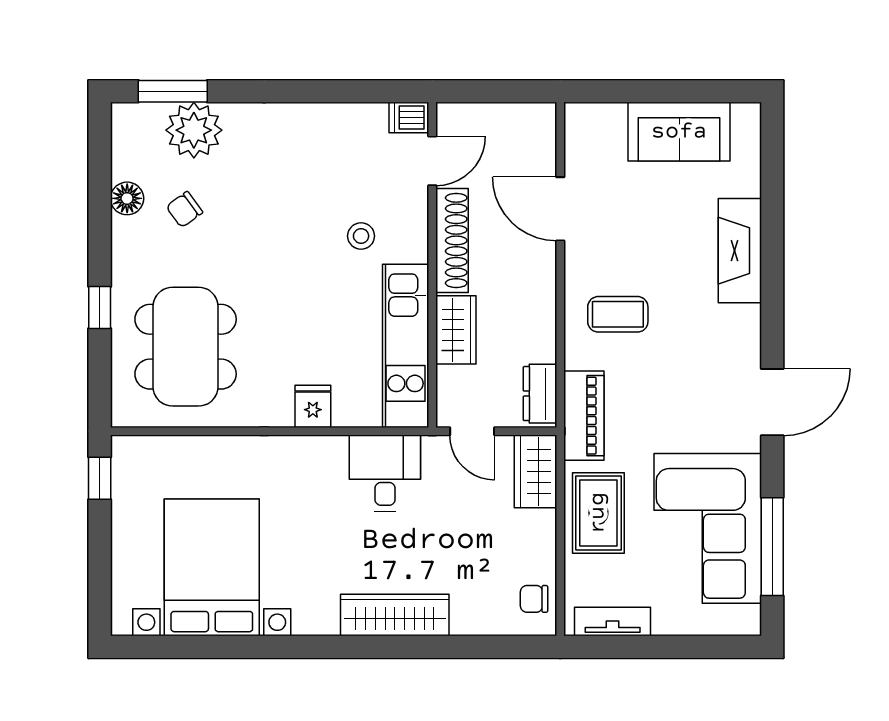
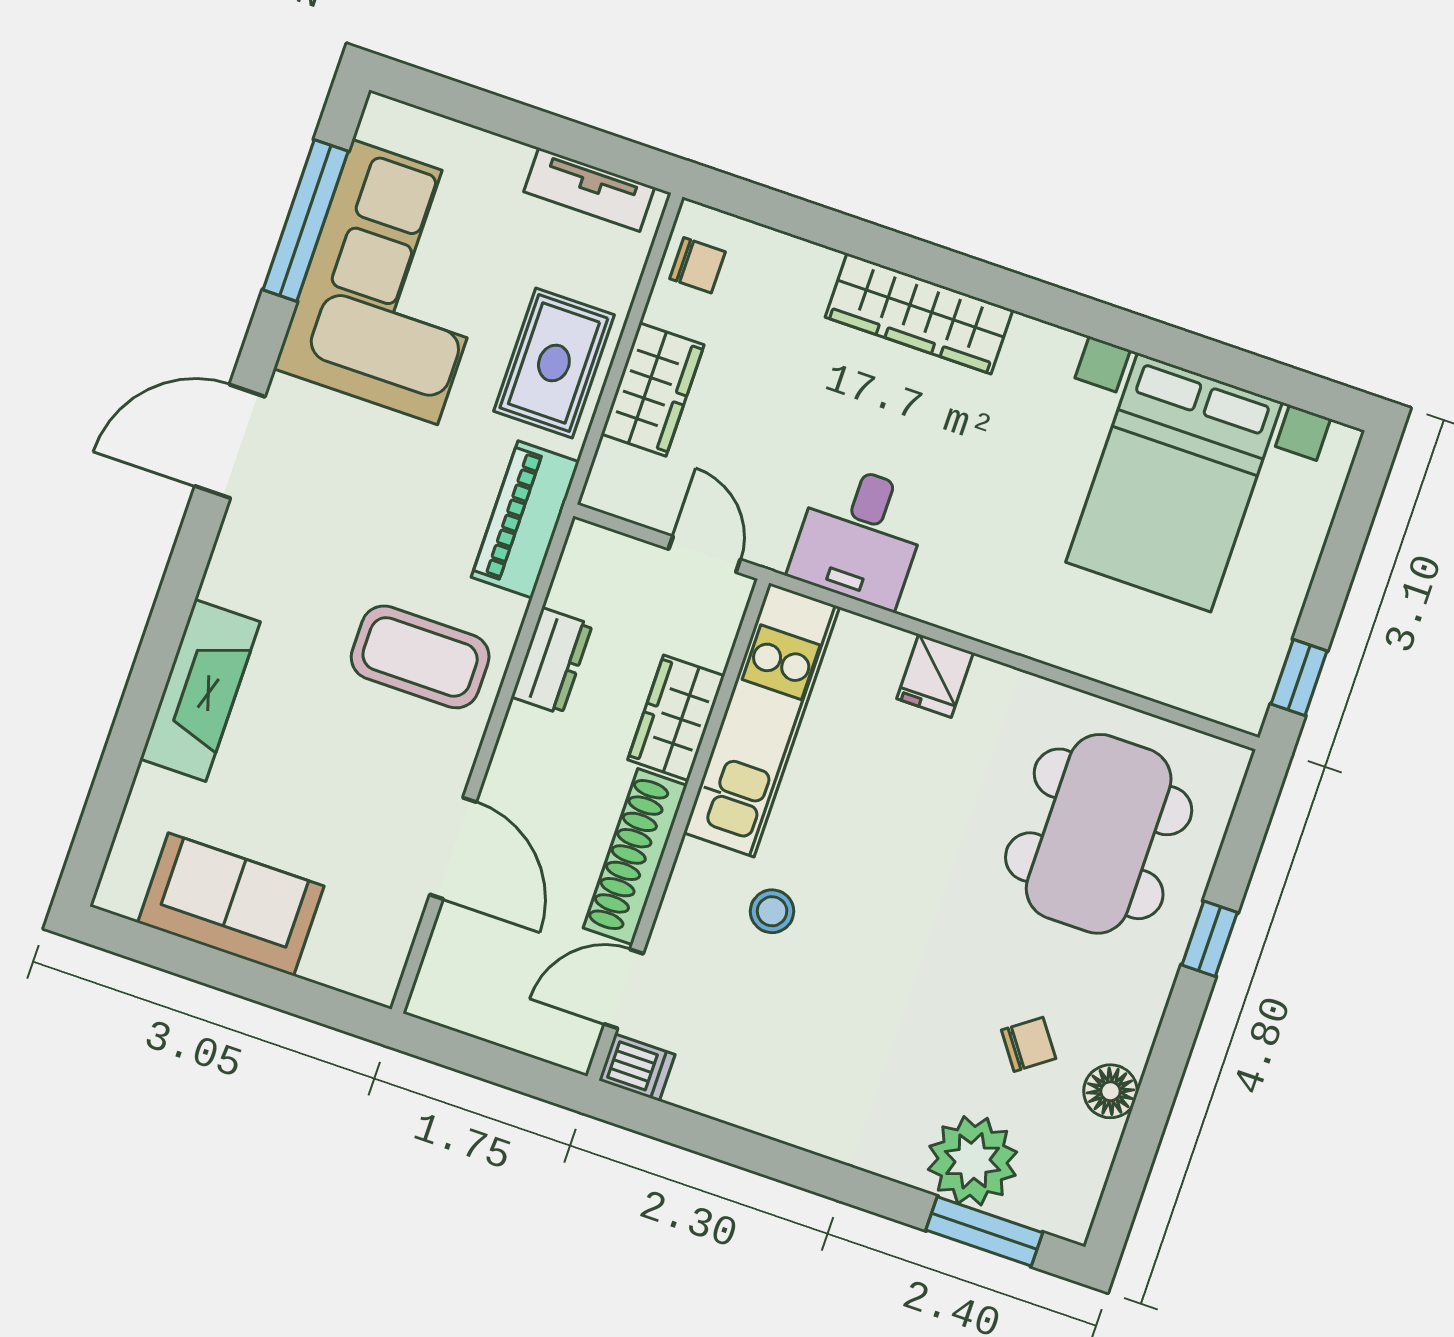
coffee table: (618, 314) -> (420, 657), width x1.36, depth x1.30
dresser: (540, 394) -> (552, 661), moved
wardrobe: (535, 471) -> (653, 389), moved

